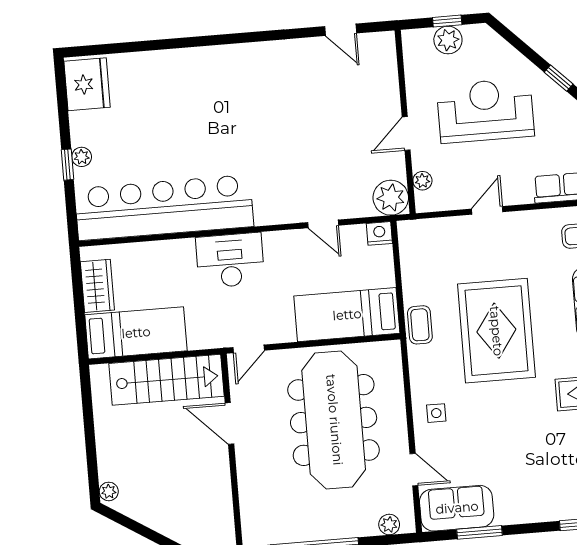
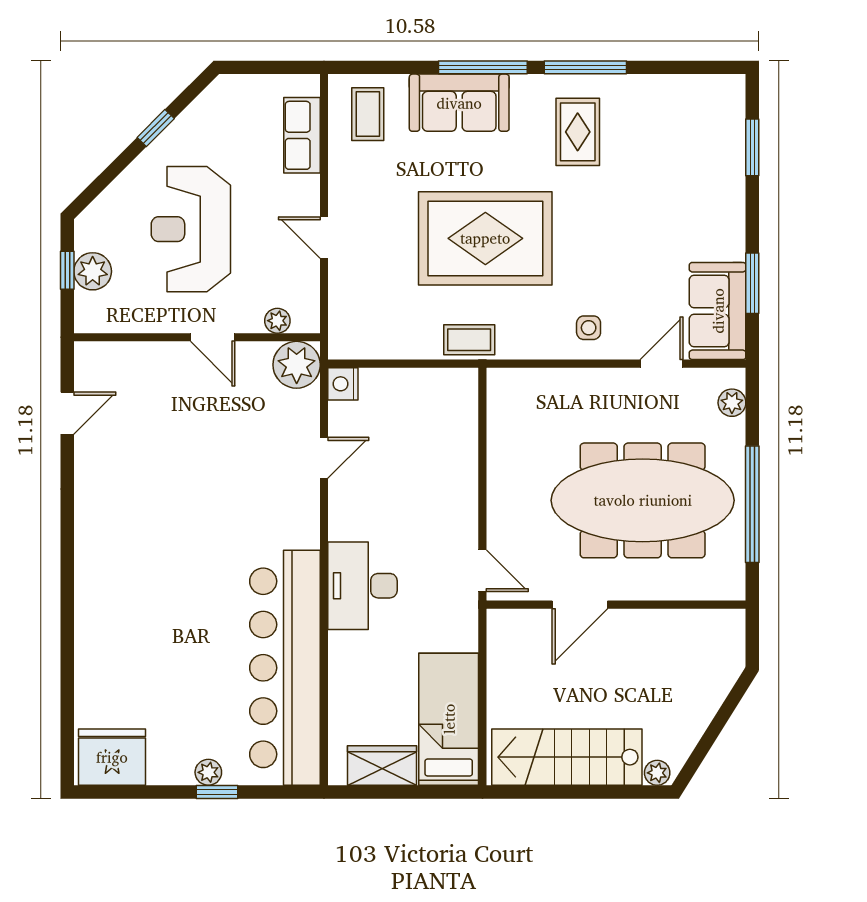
bed: (347, 315) -> (448, 436), removed
stairs: (167, 380) -> (567, 757), moved, turned -90
meeting table: (334, 420) -> (643, 500), moved

